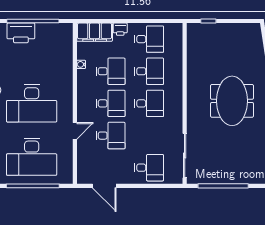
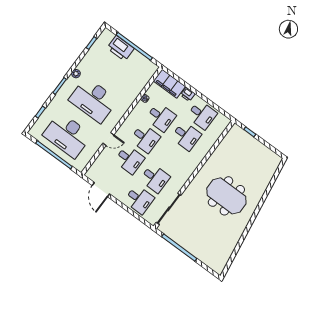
meeting table: (232, 101) -> (226, 196), turned 90
desk: (149, 103) -> (155, 178), moved

